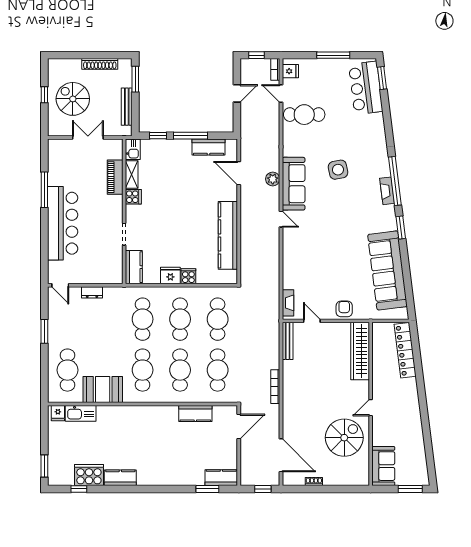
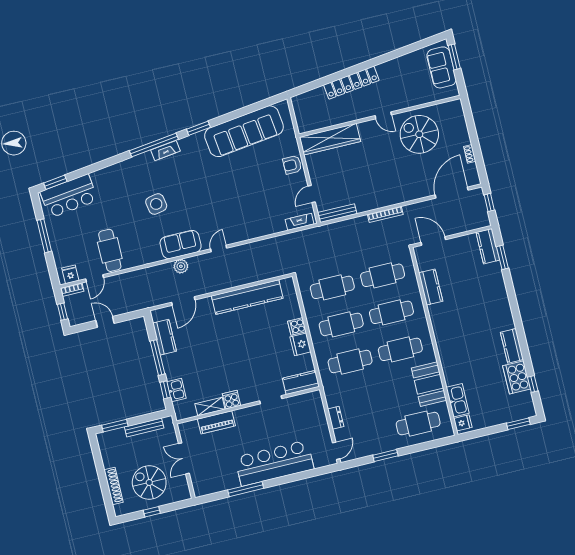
shoe rack: (100, 64) -> (114, 486), moved
spiral stairs: (73, 99) -> (149, 483), turned 90
kitchen sink: (133, 149) -> (176, 390), moved, turned 90
sofa: (294, 184) -> (181, 245), width x0.73
locker: (405, 350) -> (351, 83), moved
sofa: (383, 466) -> (442, 67), moved, turned -90

